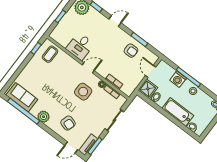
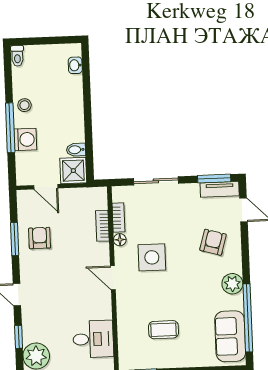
desk: (80, 46) -> (93, 339), moved
coffee table: (50, 54) -> (164, 330), moved
door: (151, 71) -> (46, 187), hinge flipped
bathtub: (178, 112) -> (71, 102), removed

